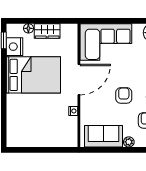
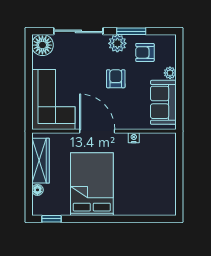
wardrobe: (47, 31) -> (40, 161), width x1.50
nightstand: (15, 47) -> (59, 206), removed
armchair: (124, 95) -> (116, 79), turned 90

